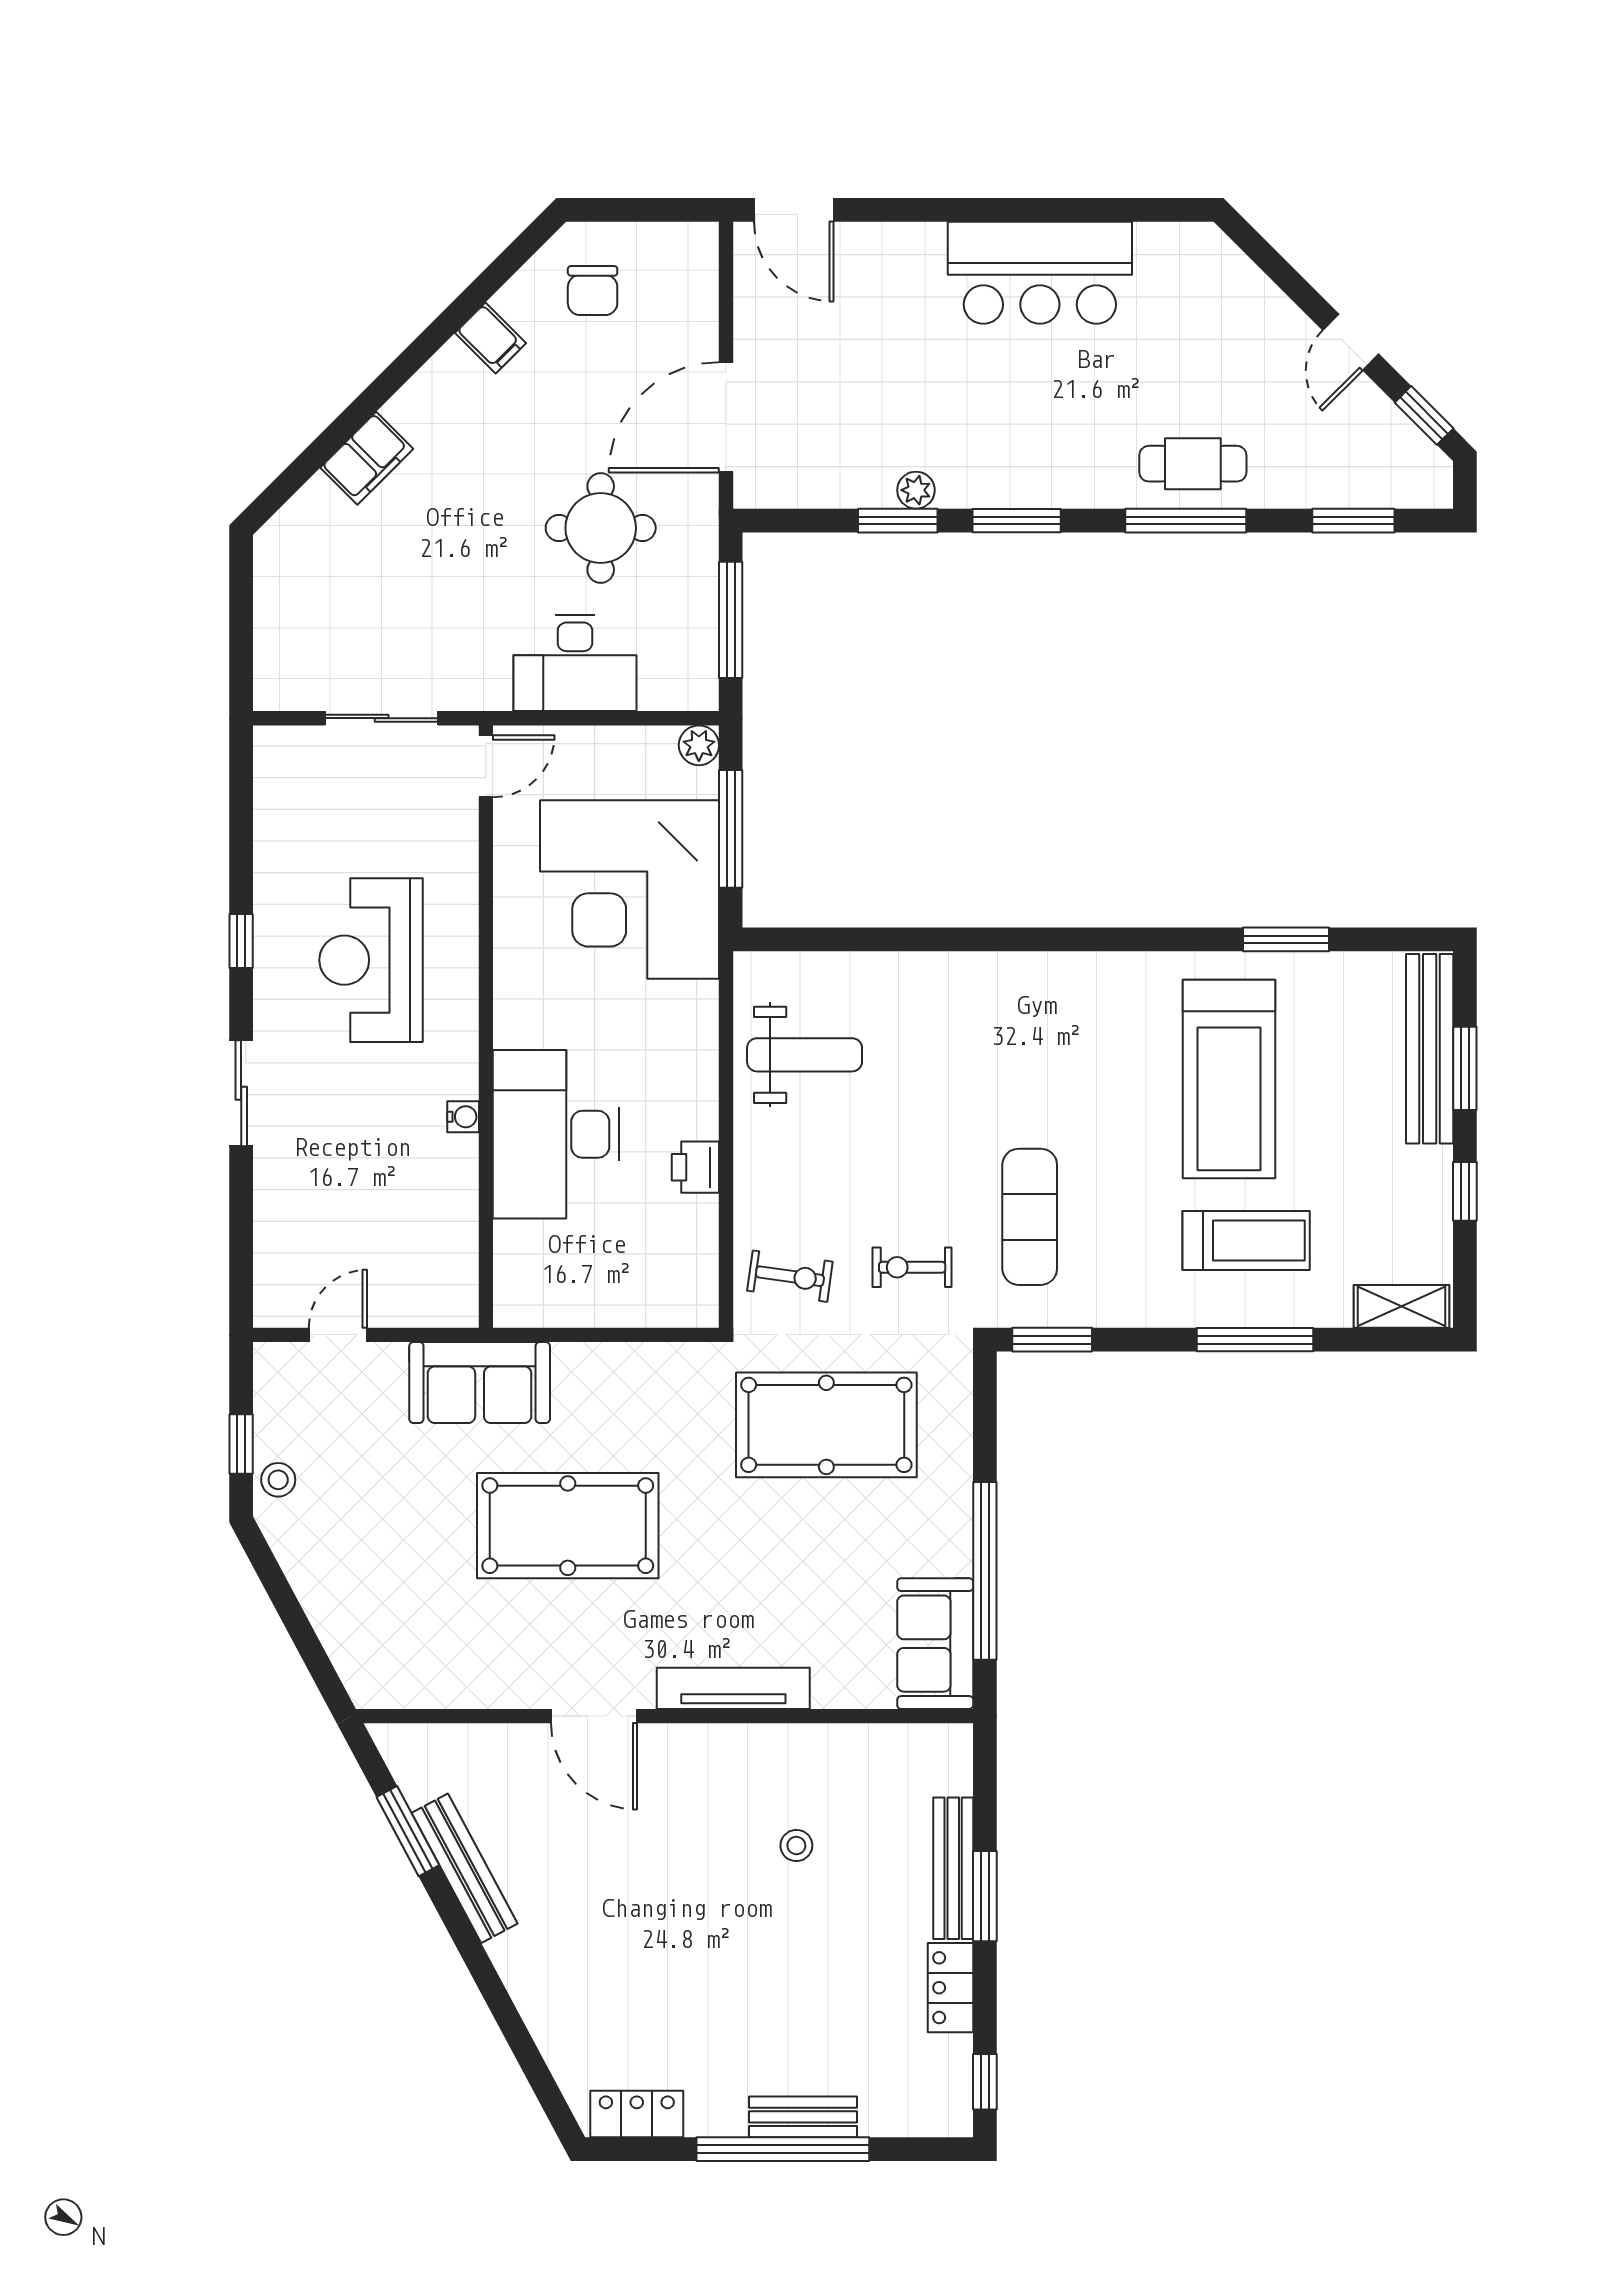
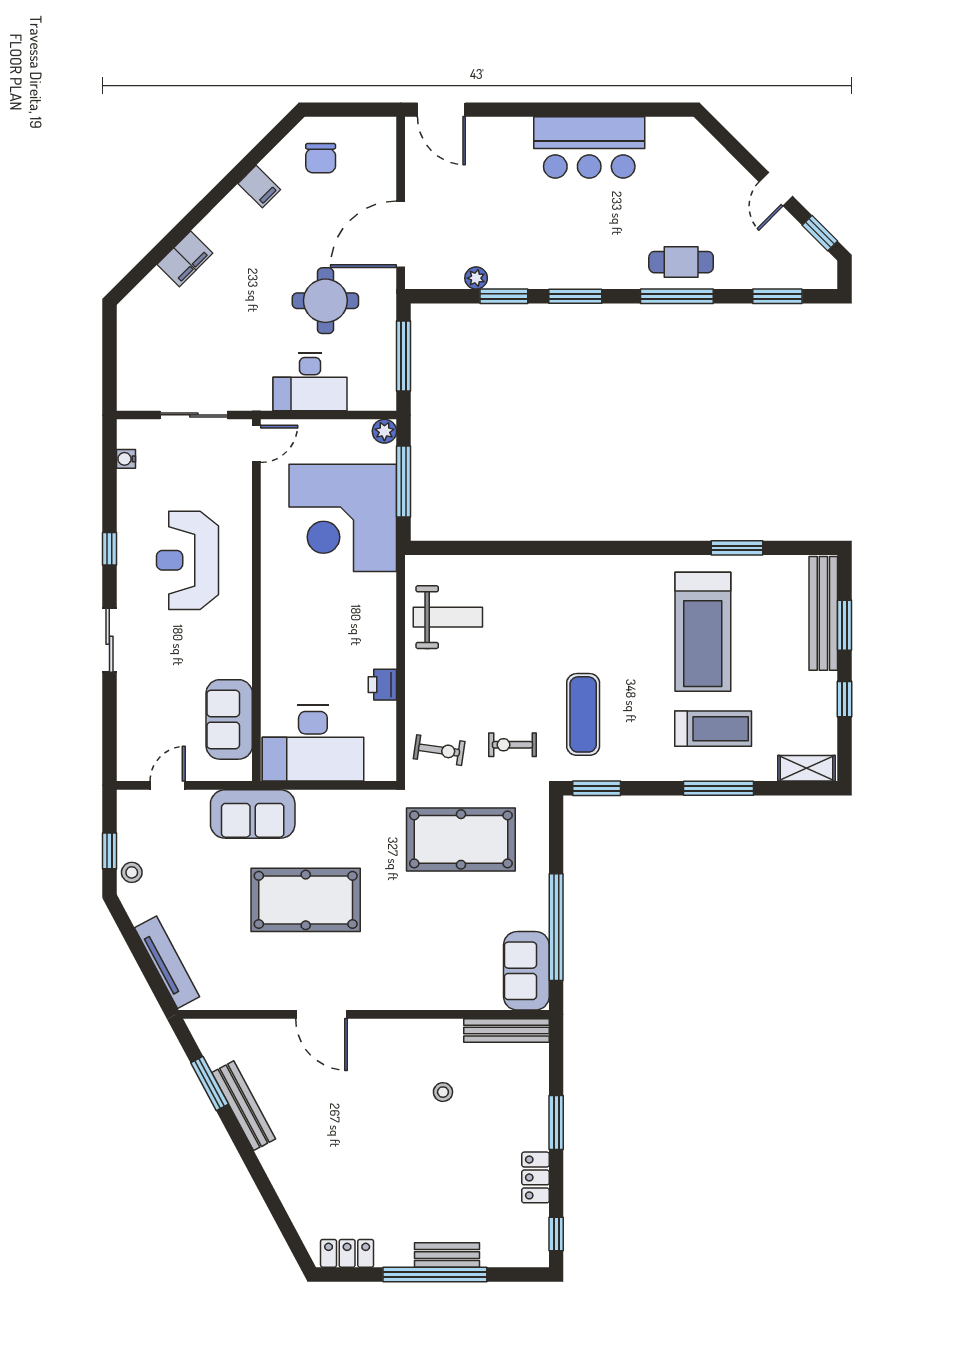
plant: (916, 490) -> (476, 278), moved
water cooler: (463, 1117) -> (126, 459), moved, turned 180
desk: (556, 1134) -> (313, 743), moved, turned -90
sofa: (440, 1225) -> (229, 719), added
tv unit: (733, 1688) -> (167, 962), moved, turned 62
bench: (953, 1868) -> (507, 1031), moved, turned 90

